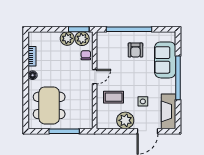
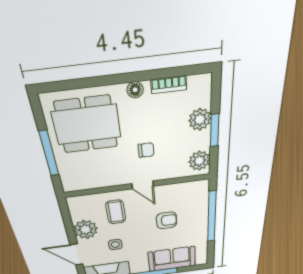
window: (79, 29) -> (215, 130), moved
plant: (67, 38) -> (200, 119), moved
armchair: (135, 50) -> (167, 220), moved, turned 180
chair: (86, 55) -> (146, 150), moved

